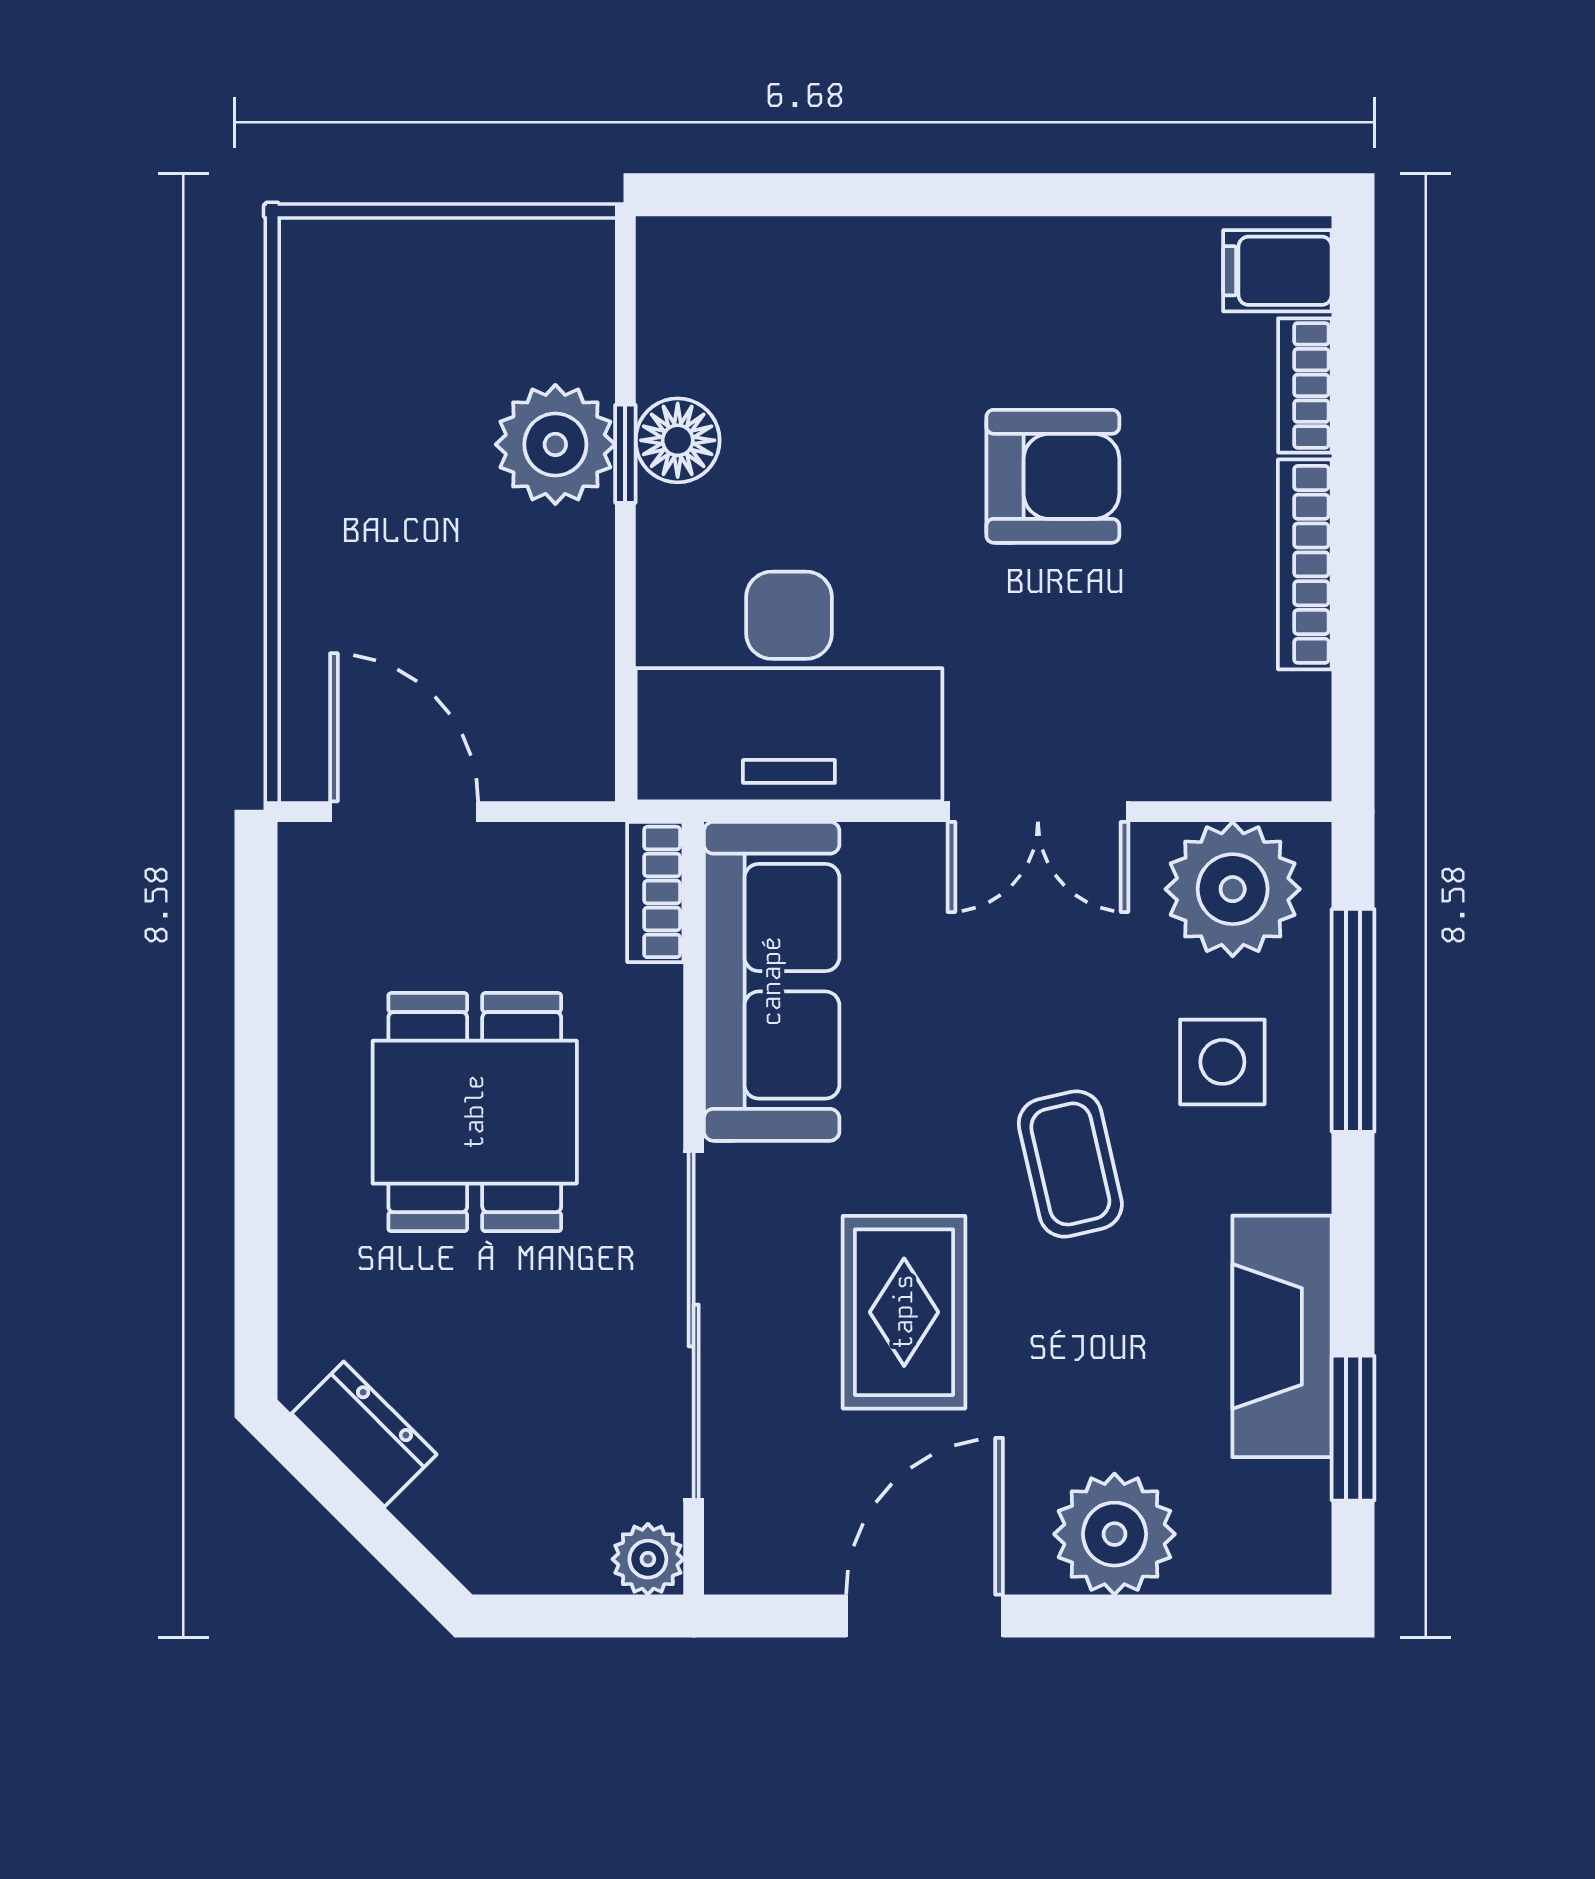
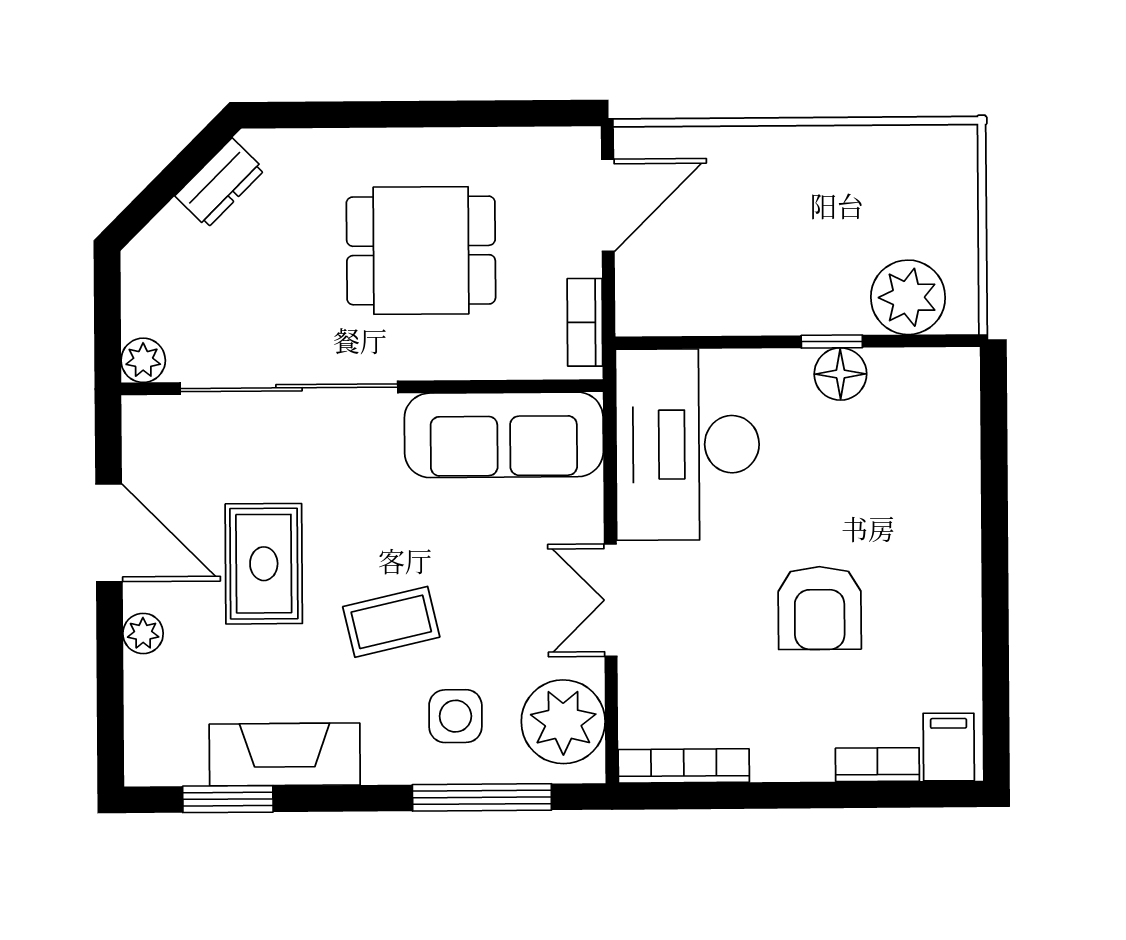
plant: (555, 444) -> (908, 297), moved
bookcase: (1305, 564) -> (684, 766), moved
bookcase: (655, 892) -> (585, 322), moved, turned -90
rug: (904, 1312) -> (264, 564), moved, turned 90
plant: (1114, 1534) -> (143, 633), width x0.53, depth x0.53

